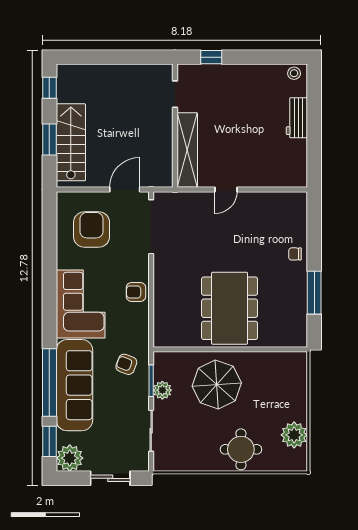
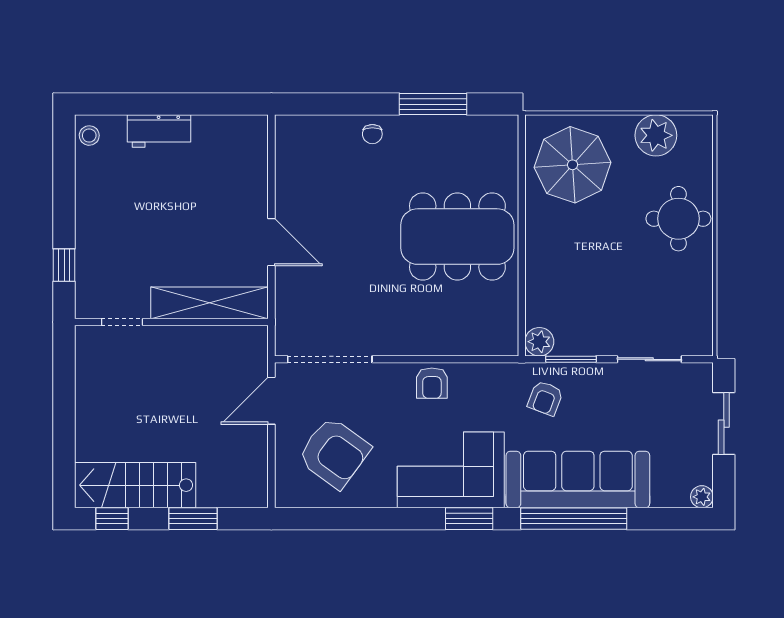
stairs: (71, 142) -> (135, 485), moved
door: (125, 189) -> (271, 401), hinge flipped
door: (226, 189) -> (271, 242), width x1.38
armchair: (92, 230) -> (334, 453), turned -144
parasol: (217, 384) -> (573, 165), moved
plant: (162, 390) -> (539, 342), moved
window: (49, 441) -> (469, 519), moved
plant: (70, 458) -> (702, 497), width x0.53, depth x0.53

